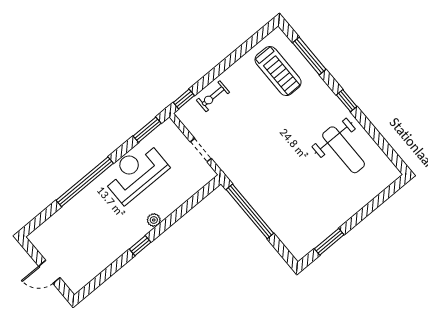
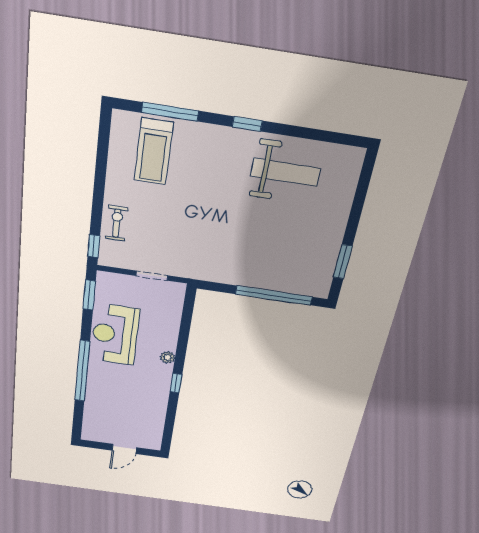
treadmill: (278, 71) -> (154, 152), turned 90
exercise bike: (213, 96) -> (117, 223), turned 180
window: (250, 211) -> (274, 295), moved

